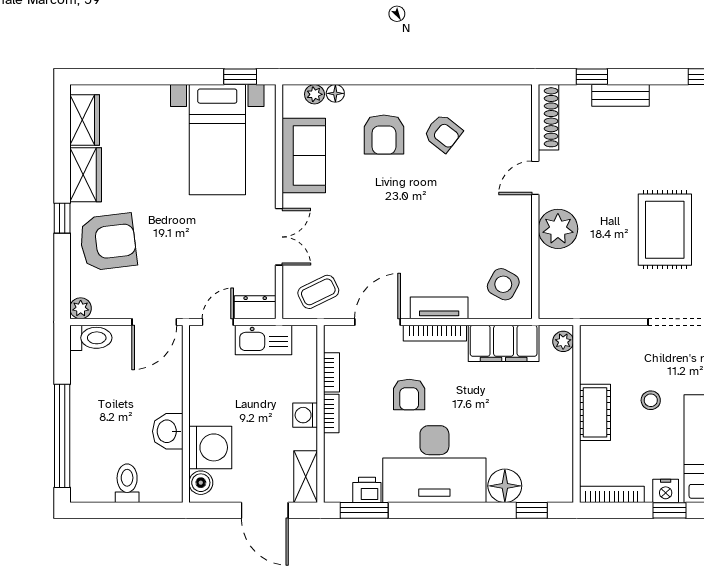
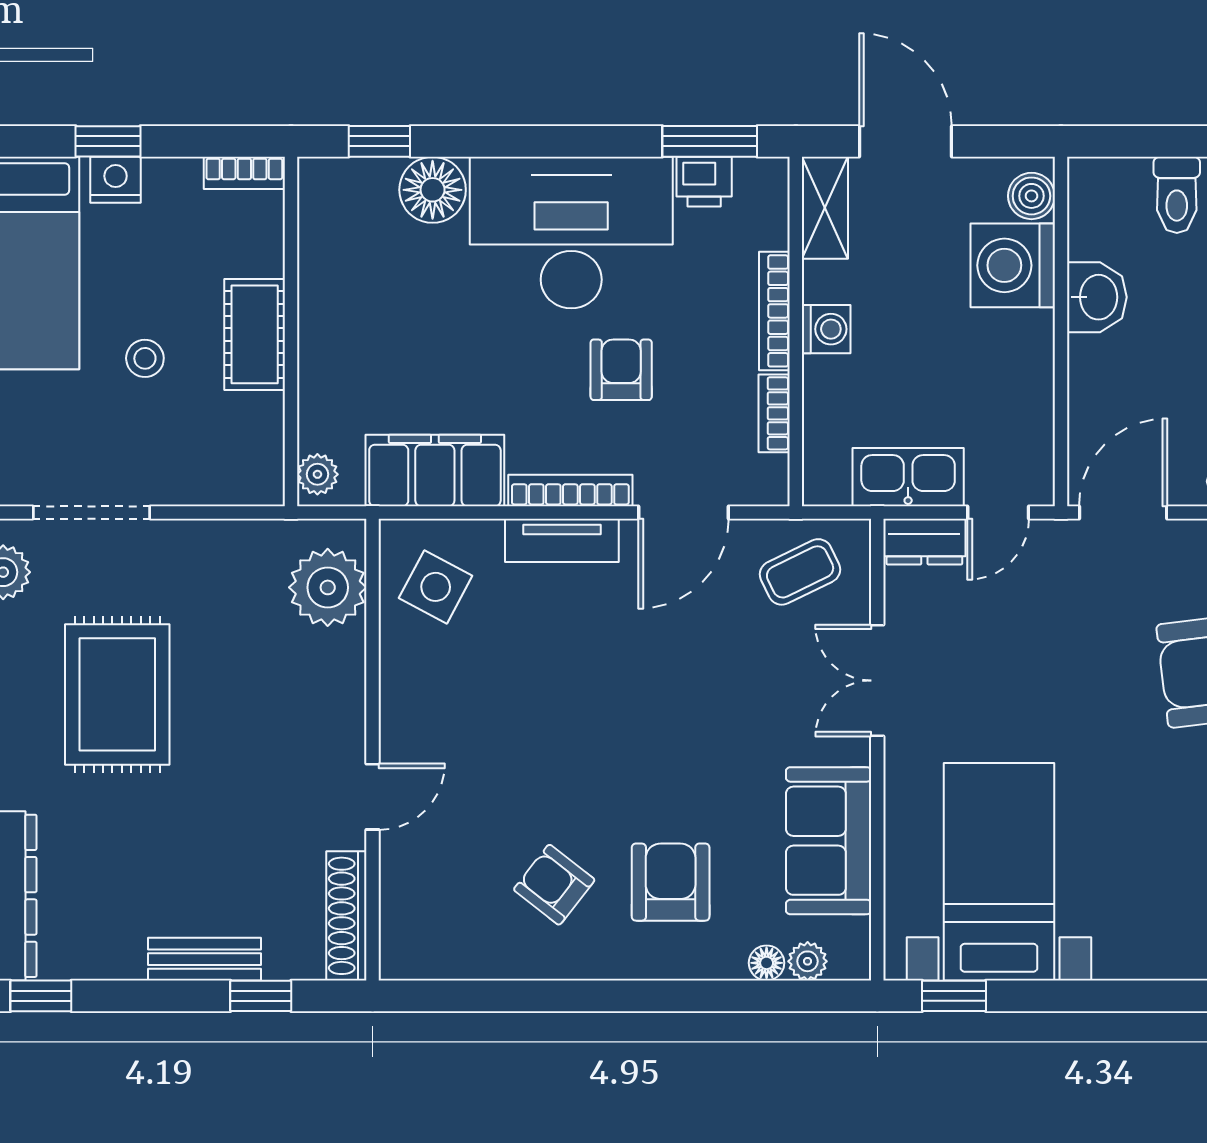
plant: (558, 229) -> (328, 587), moved
bookcase: (331, 413) -> (774, 311), width x1.56
bookcase: (612, 494) -> (244, 173), width x0.64

